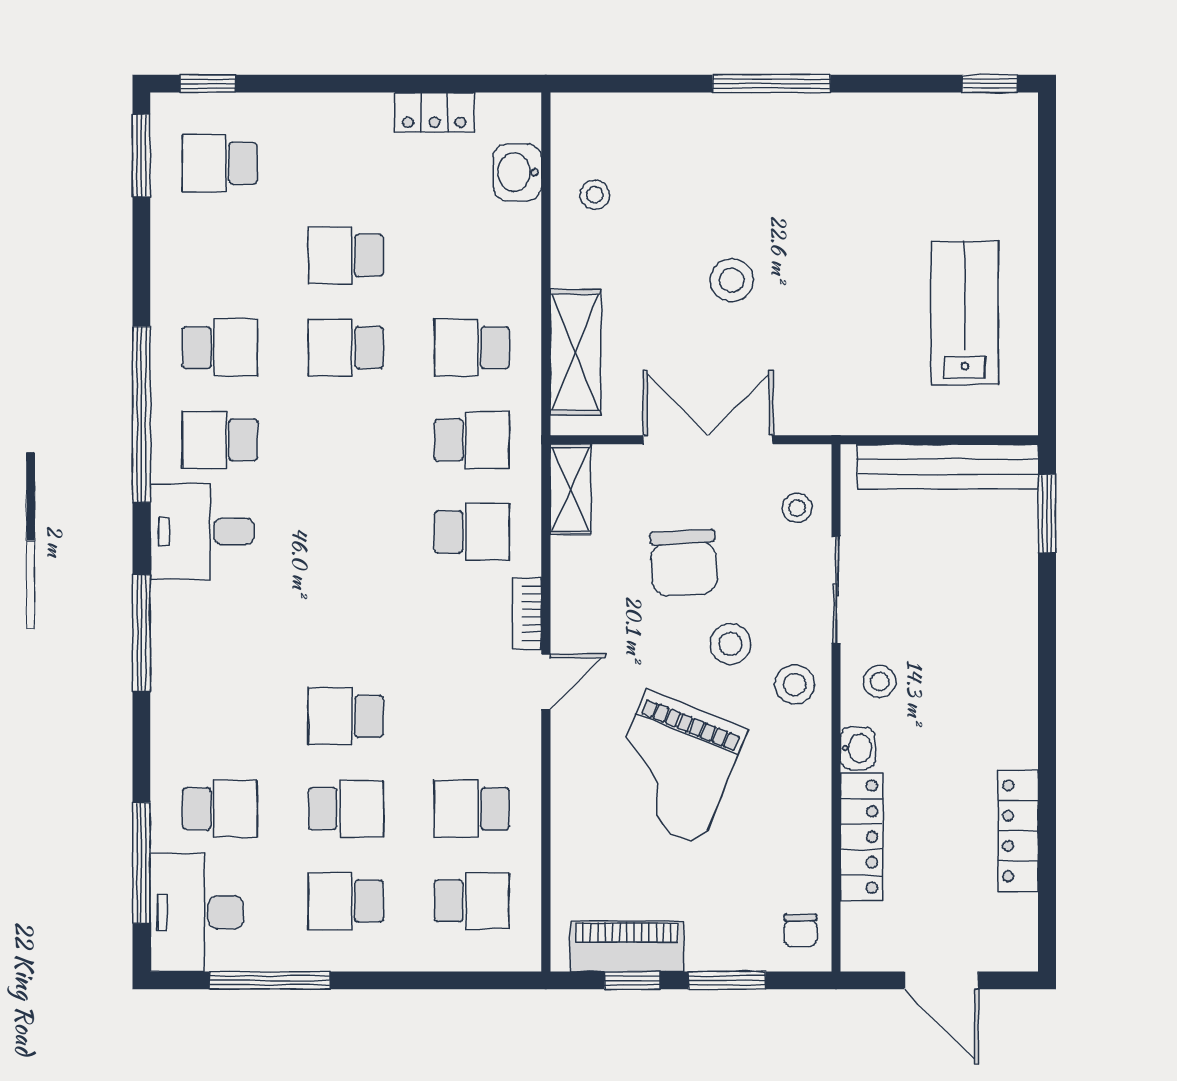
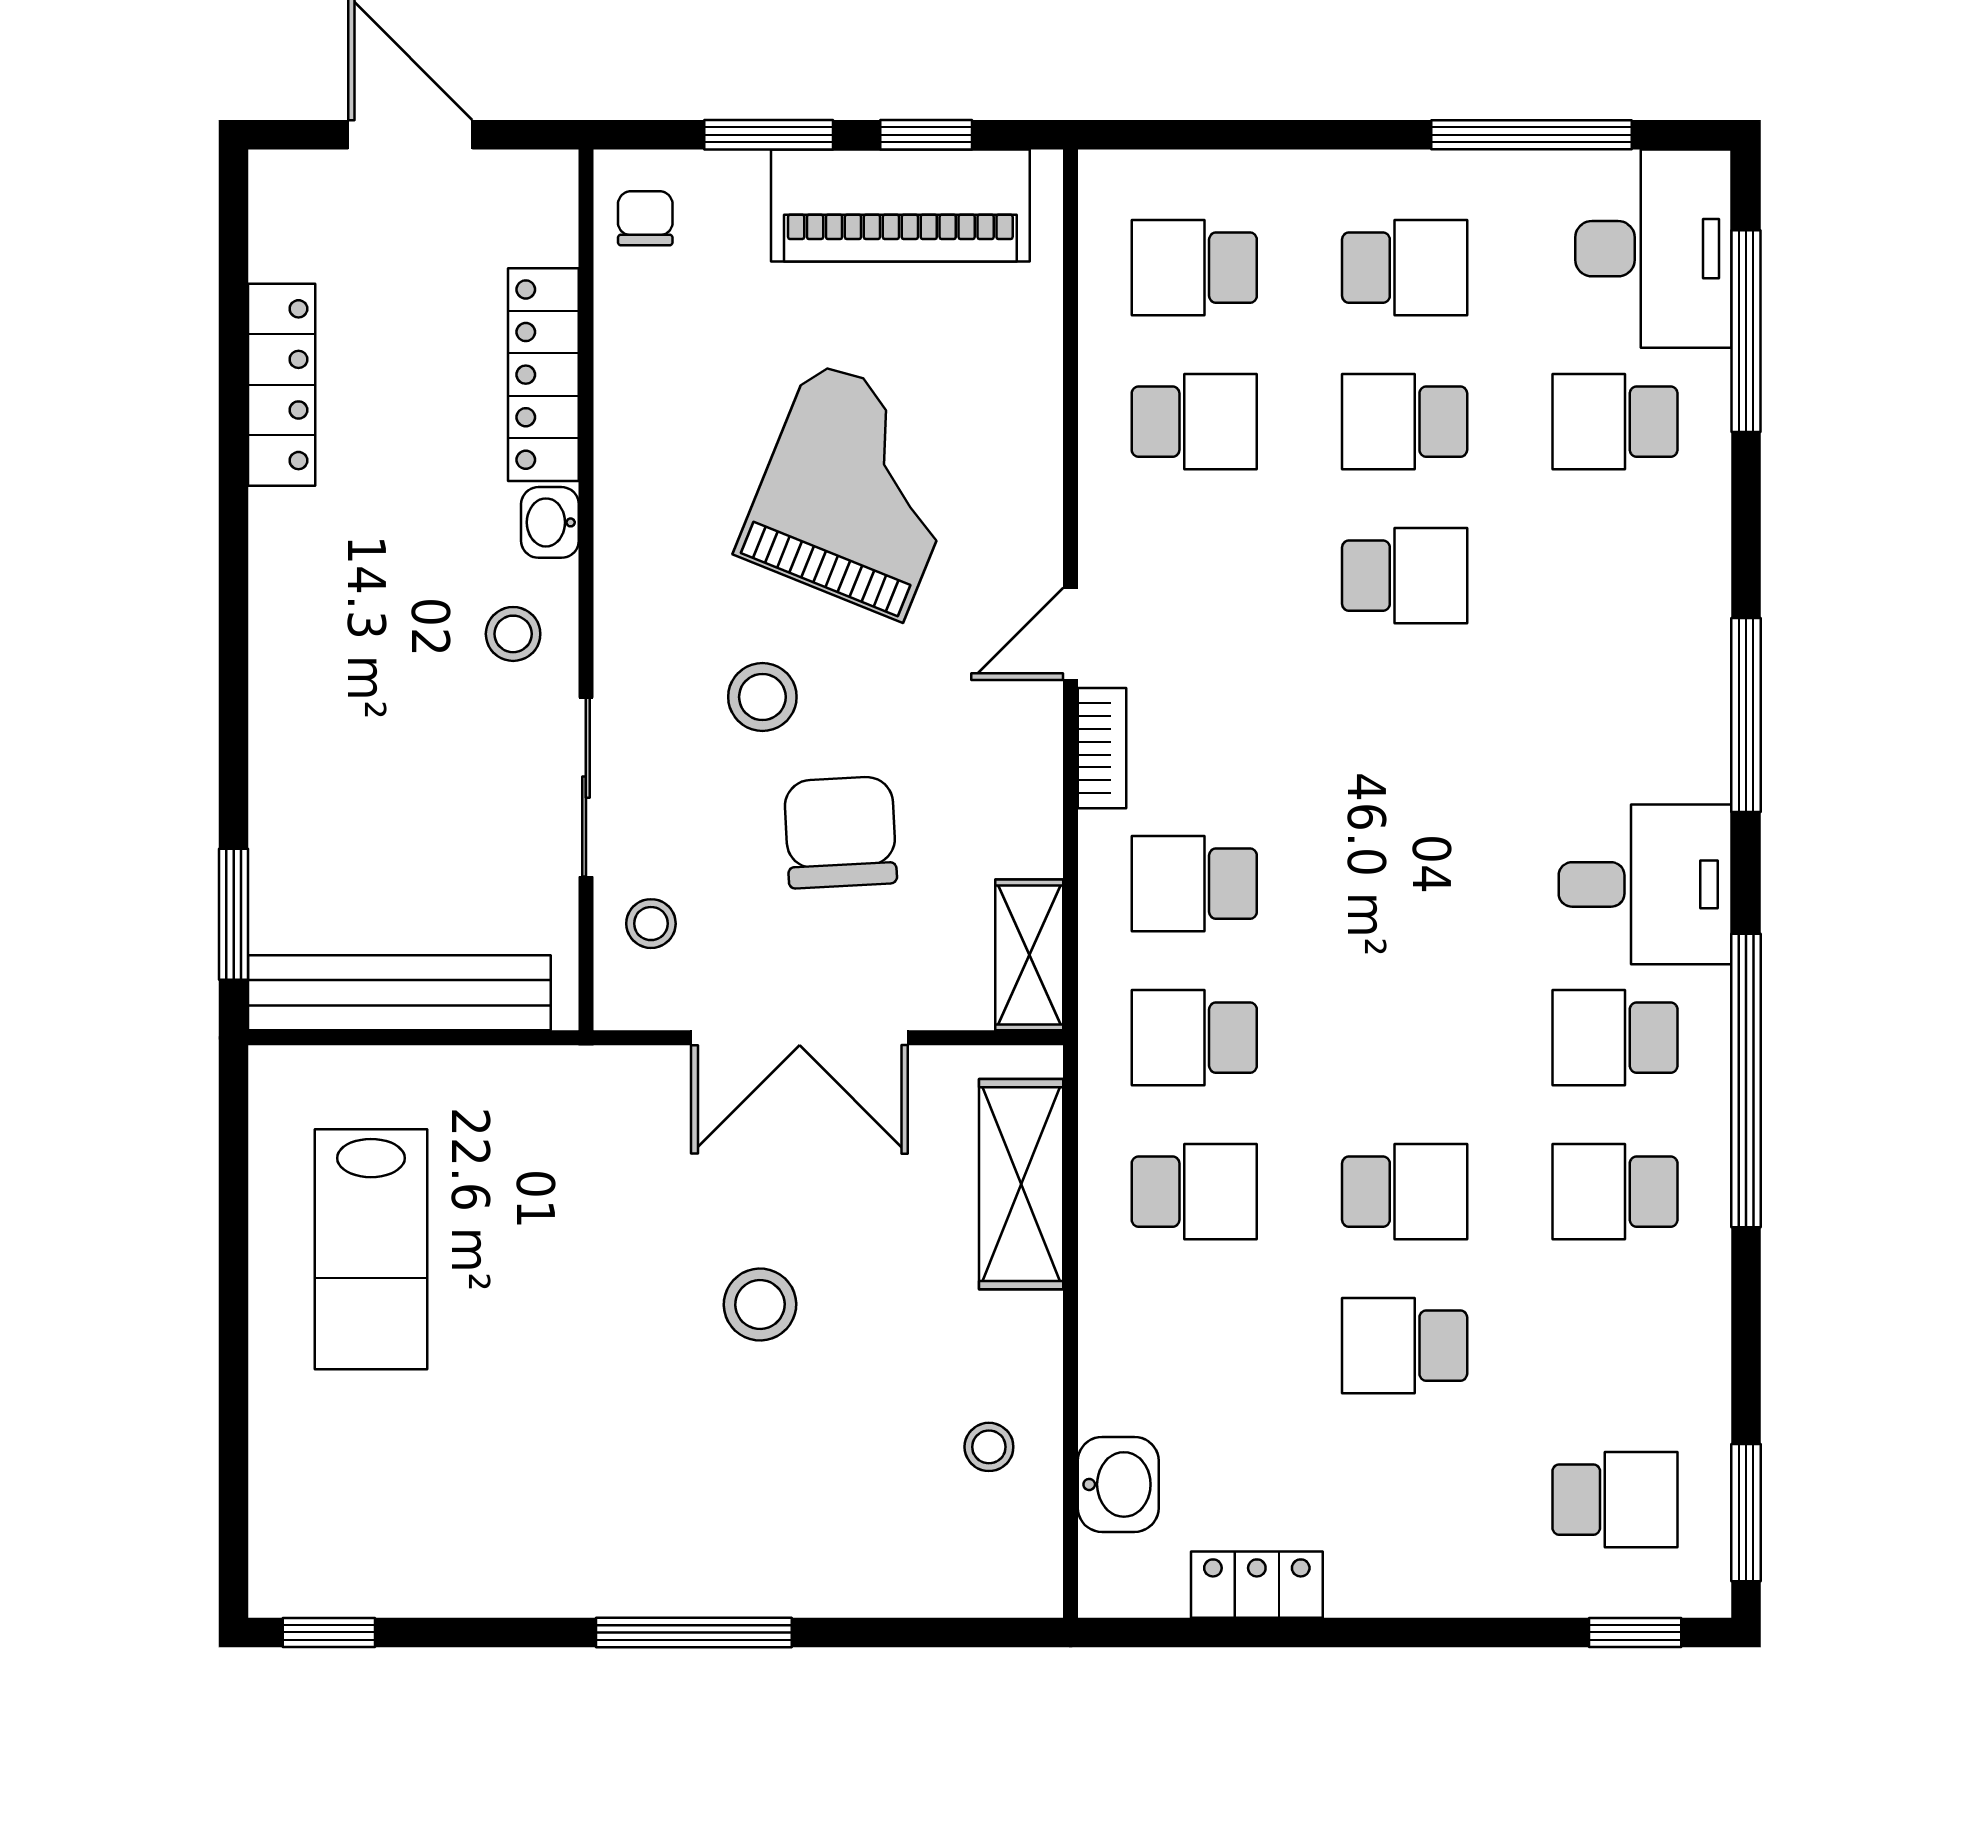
school desk: (346, 255) -> (1405, 1346), turned 180
school desk: (220, 440) -> (1615, 1038), turned 180
stool: (795, 684) -> (655, 629), removed
piano: (627, 946) -> (900, 206), width x1.37, depth x1.33

